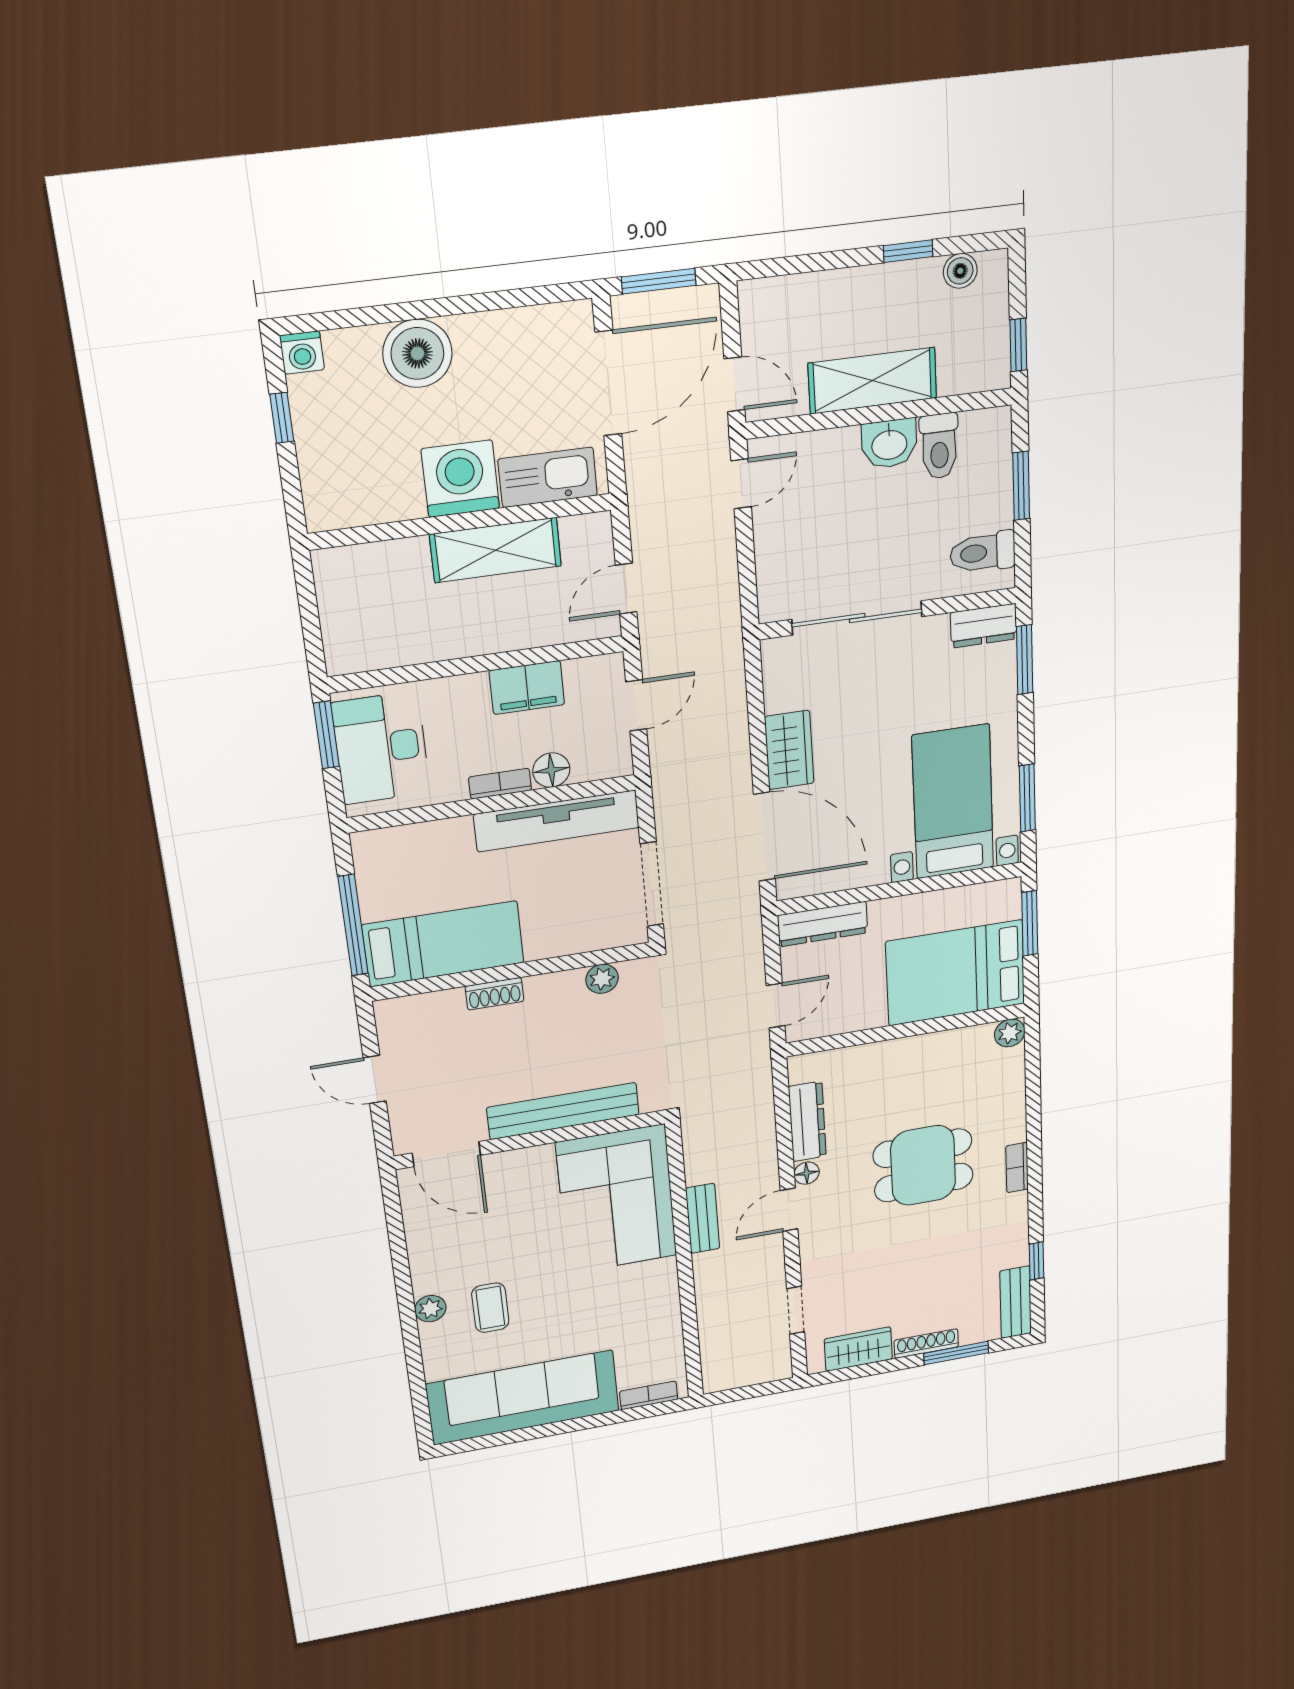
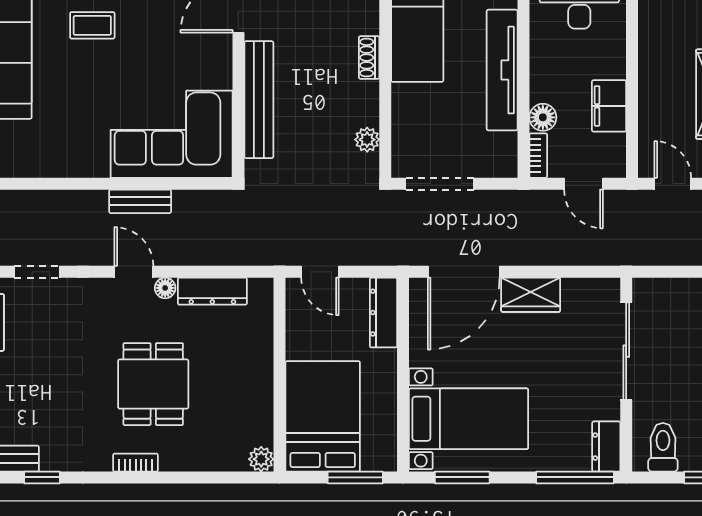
window: (1025, 660) -> (575, 477), width x1.44
bookcase: (500, 784) -> (538, 156), moved
tv unit: (557, 821) -> (502, 70), moved

